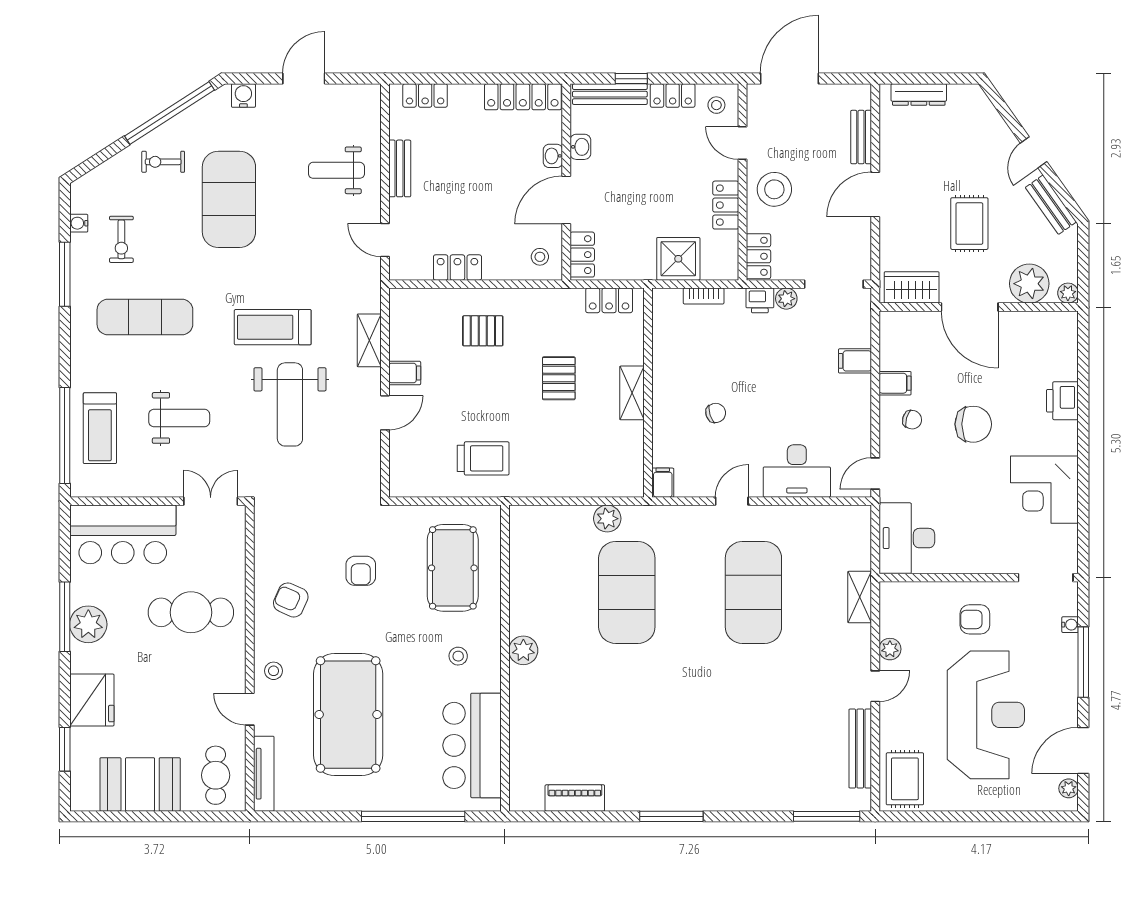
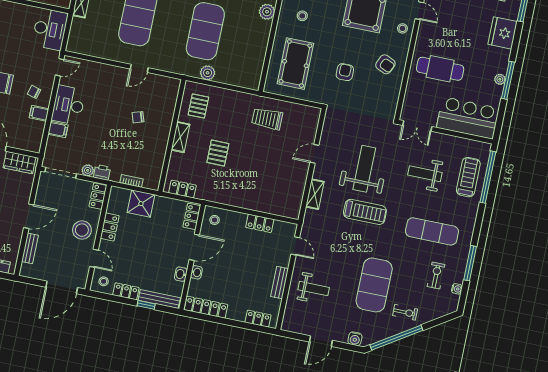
pallet: (483, 331) -> (198, 106), moved, turned 90
filing cabinet: (405, 373) -> (300, 173), removed
desk: (797, 471) -> (68, 105), moved, turned -90
filing cabinet: (663, 483) -> (174, 86), removed
plant: (88, 624) -> (500, 79), width x0.53, depth x0.53

